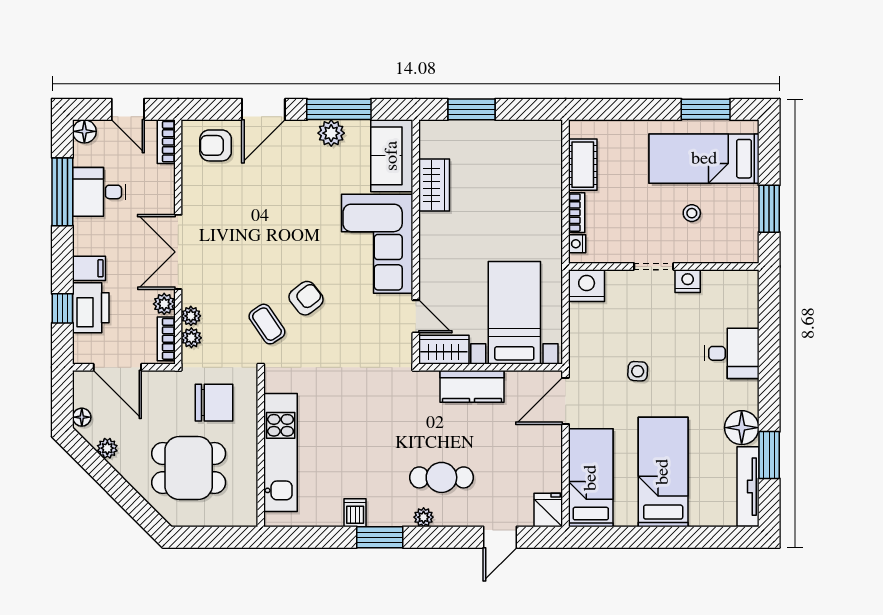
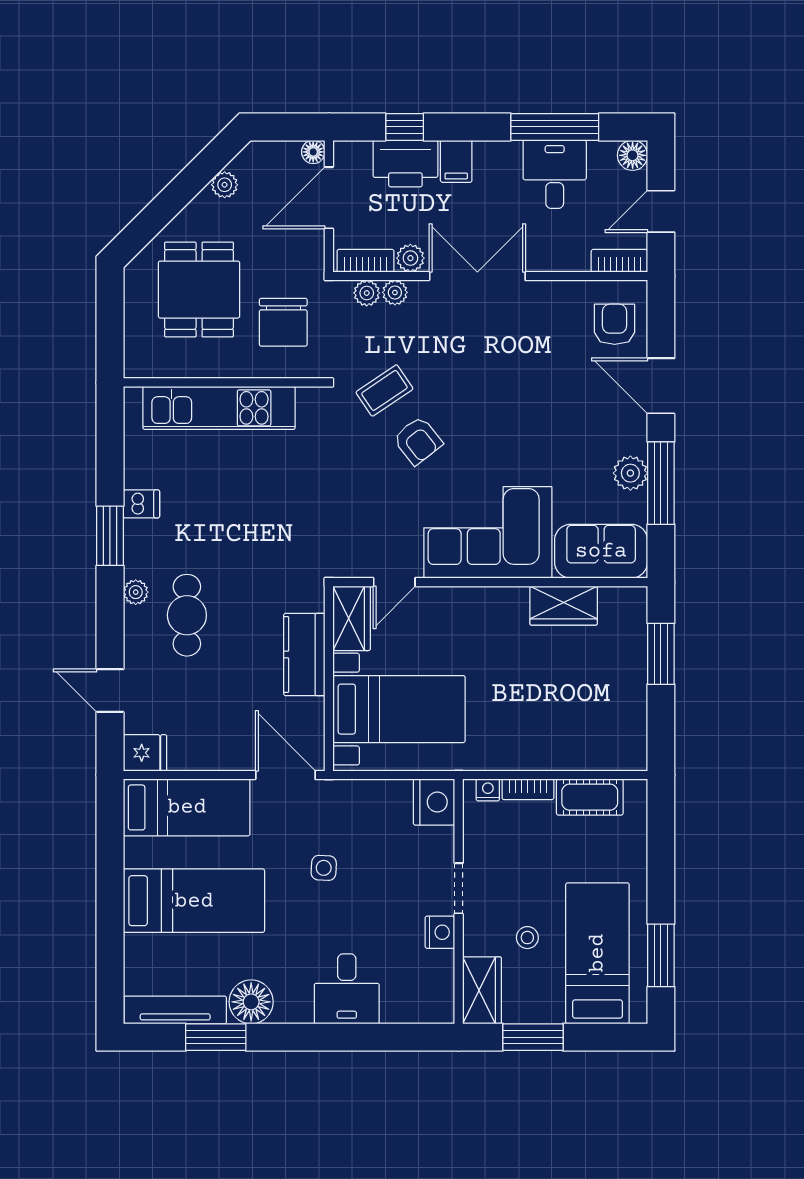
wardrobe: (733, 248) -> (482, 990), added
floor lamp: (82, 417) -> (313, 152), moved

